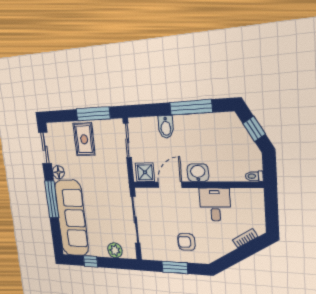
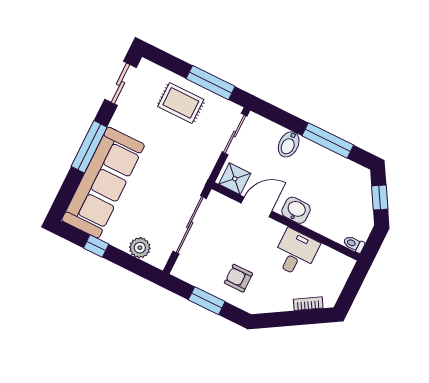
rug: (84, 139) -> (181, 103), turned 90
floor lamp: (58, 172) -> (121, 121), removed

